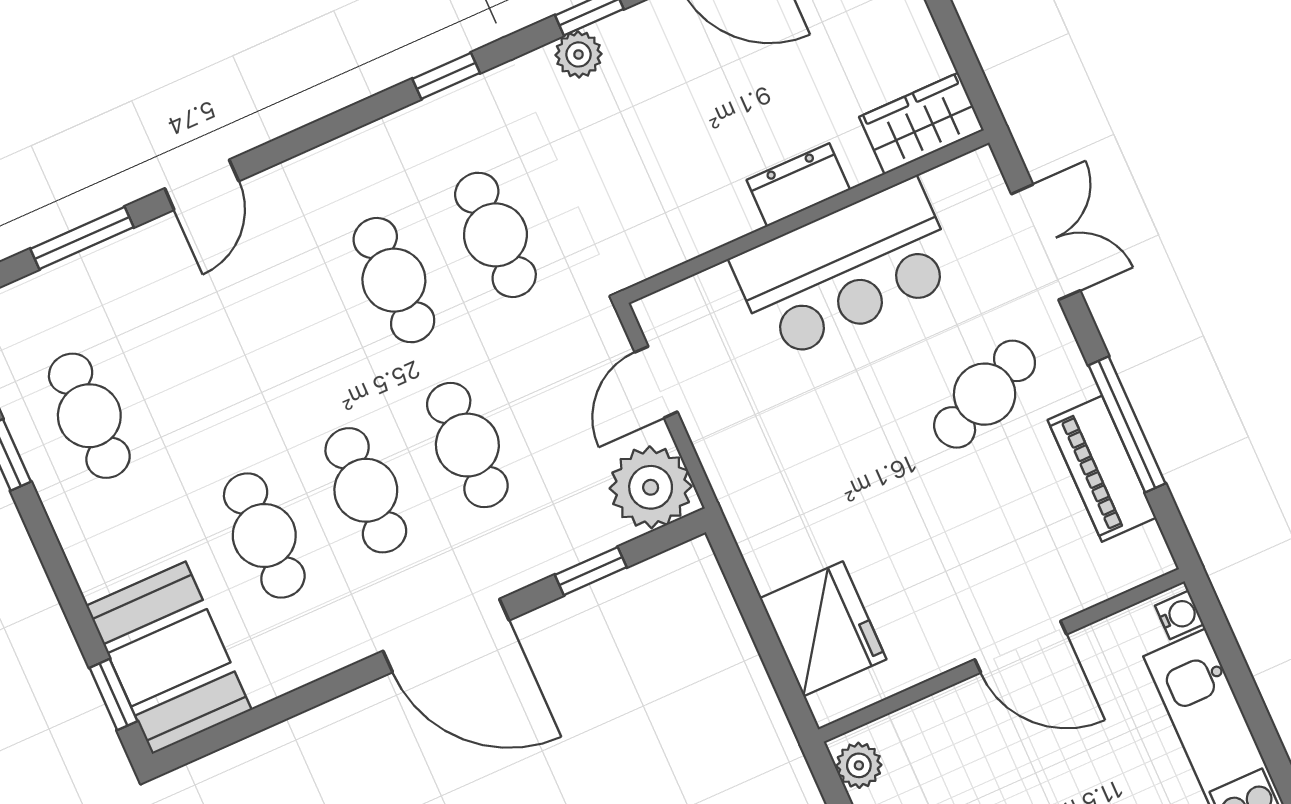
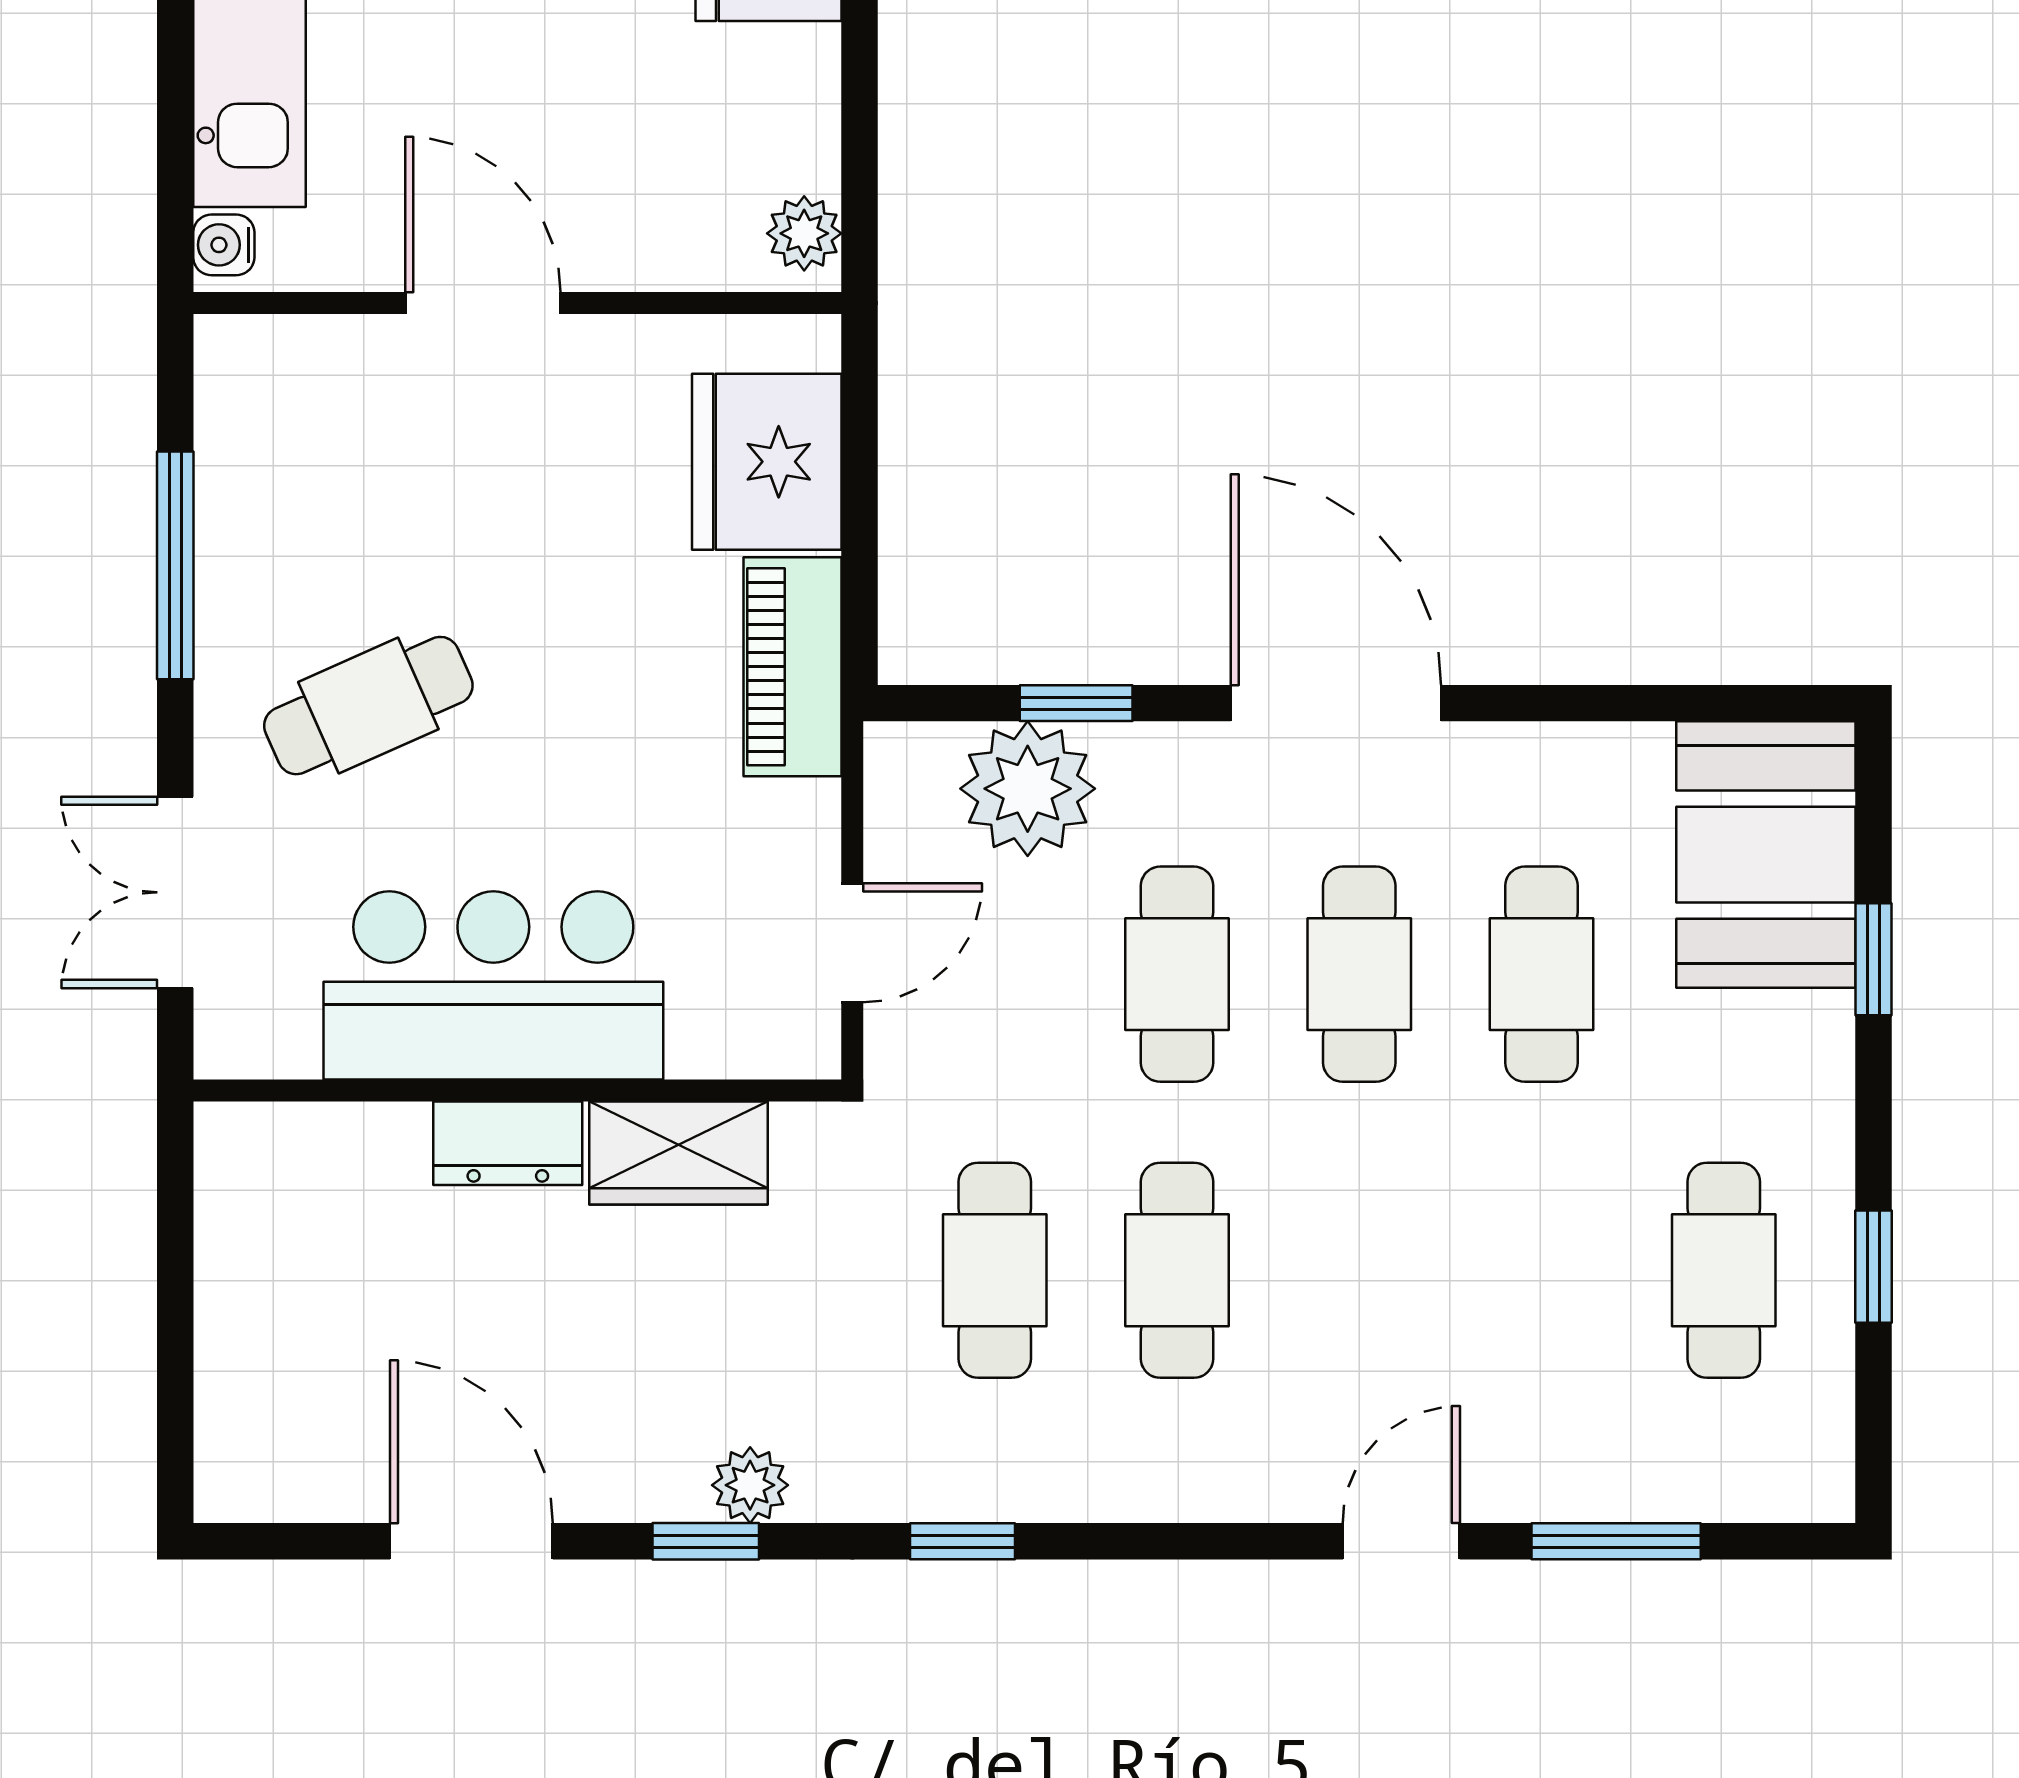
wardrobe: (921, 123) -> (679, 1153), moved
piano: (1102, 469) -> (793, 667), moved, turned 180
plant: (651, 487) -> (1028, 789), moved
window: (113, 694) -> (1873, 959), moved

